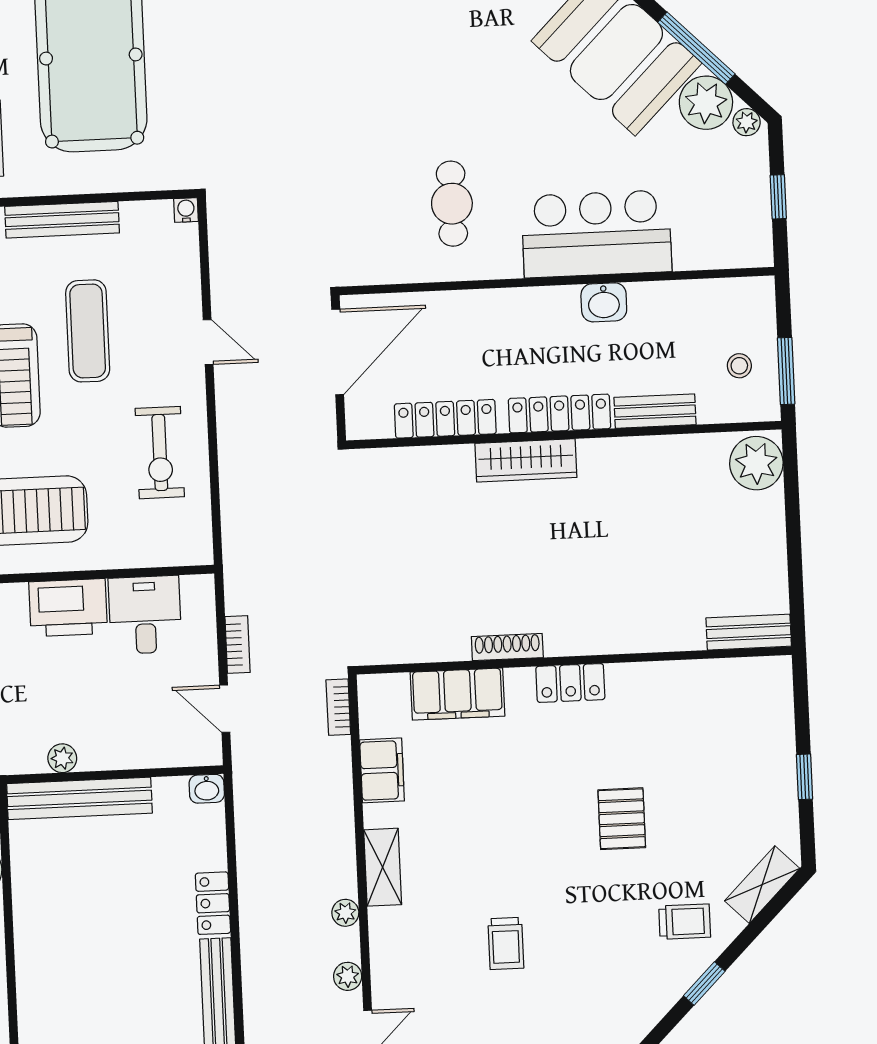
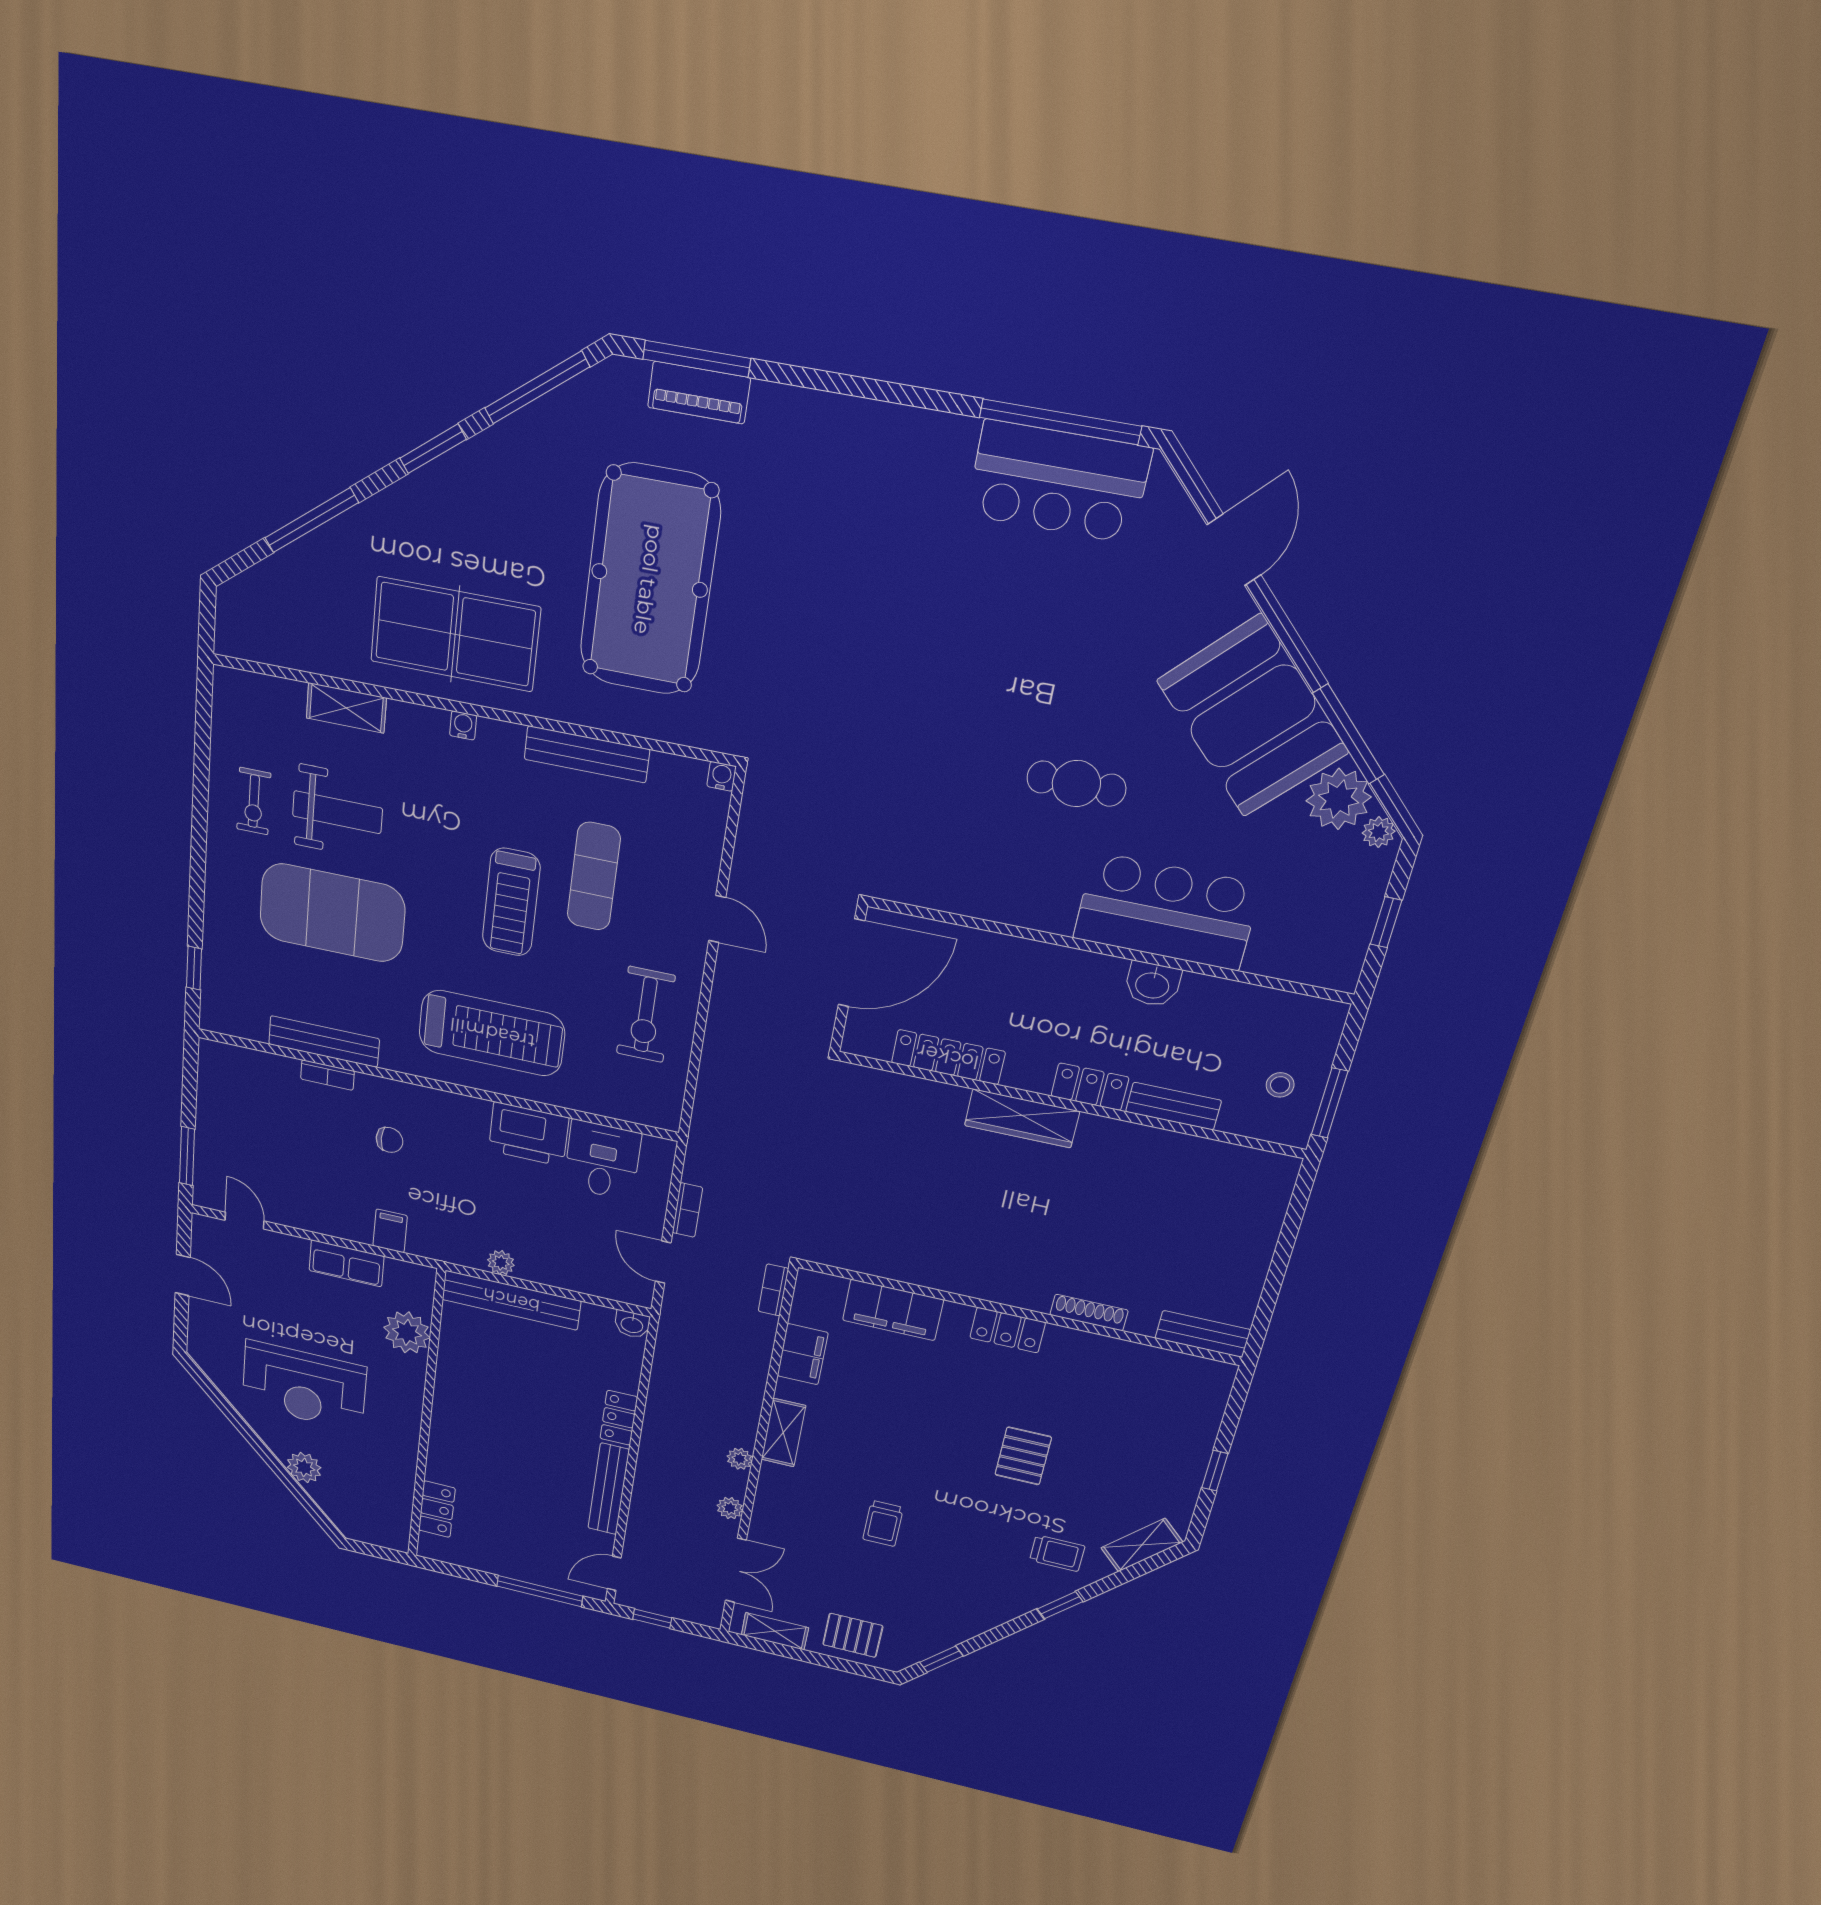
cafe table: (452, 204) -> (1076, 784), moved, turned 90
locker: (559, 414) -> (1090, 1087), width x0.66
plant: (756, 463) -> (1265, 1183), removed
shoe rack: (507, 647) -> (1089, 1312), moved

